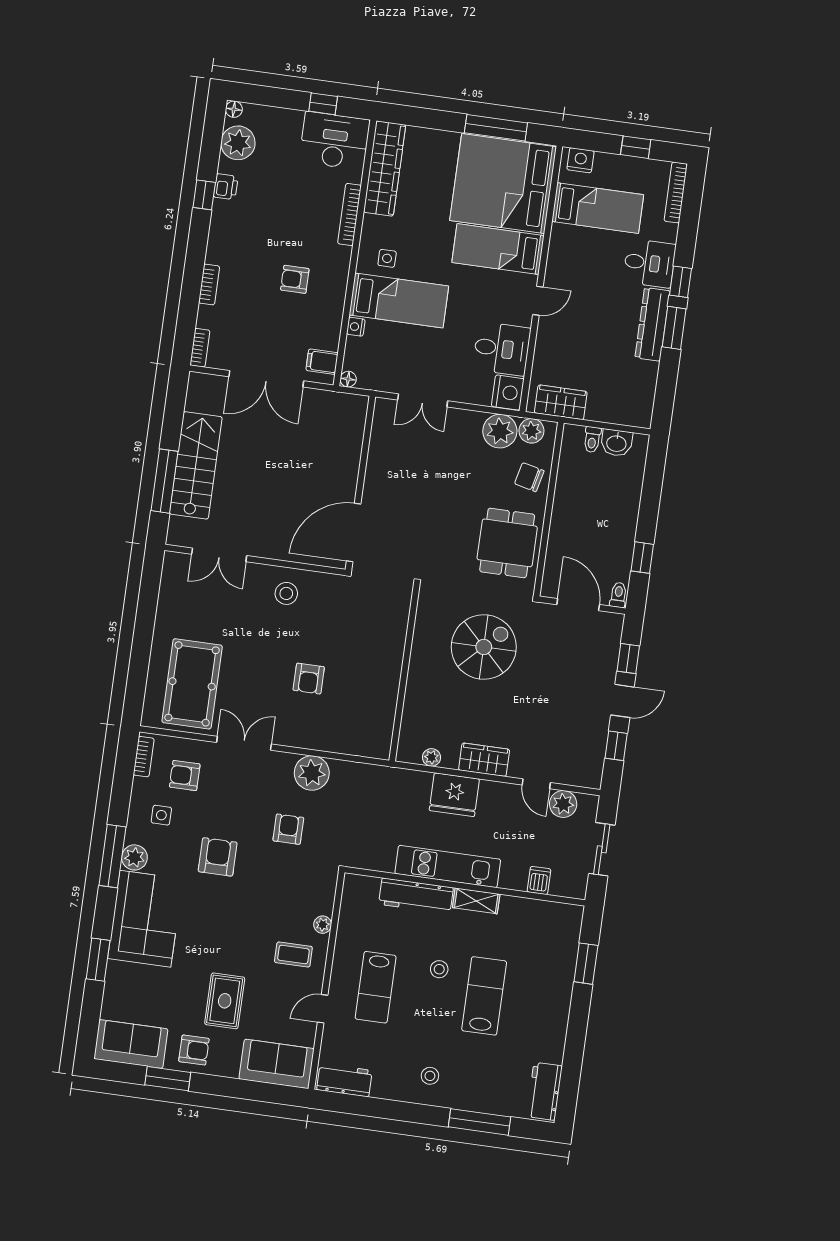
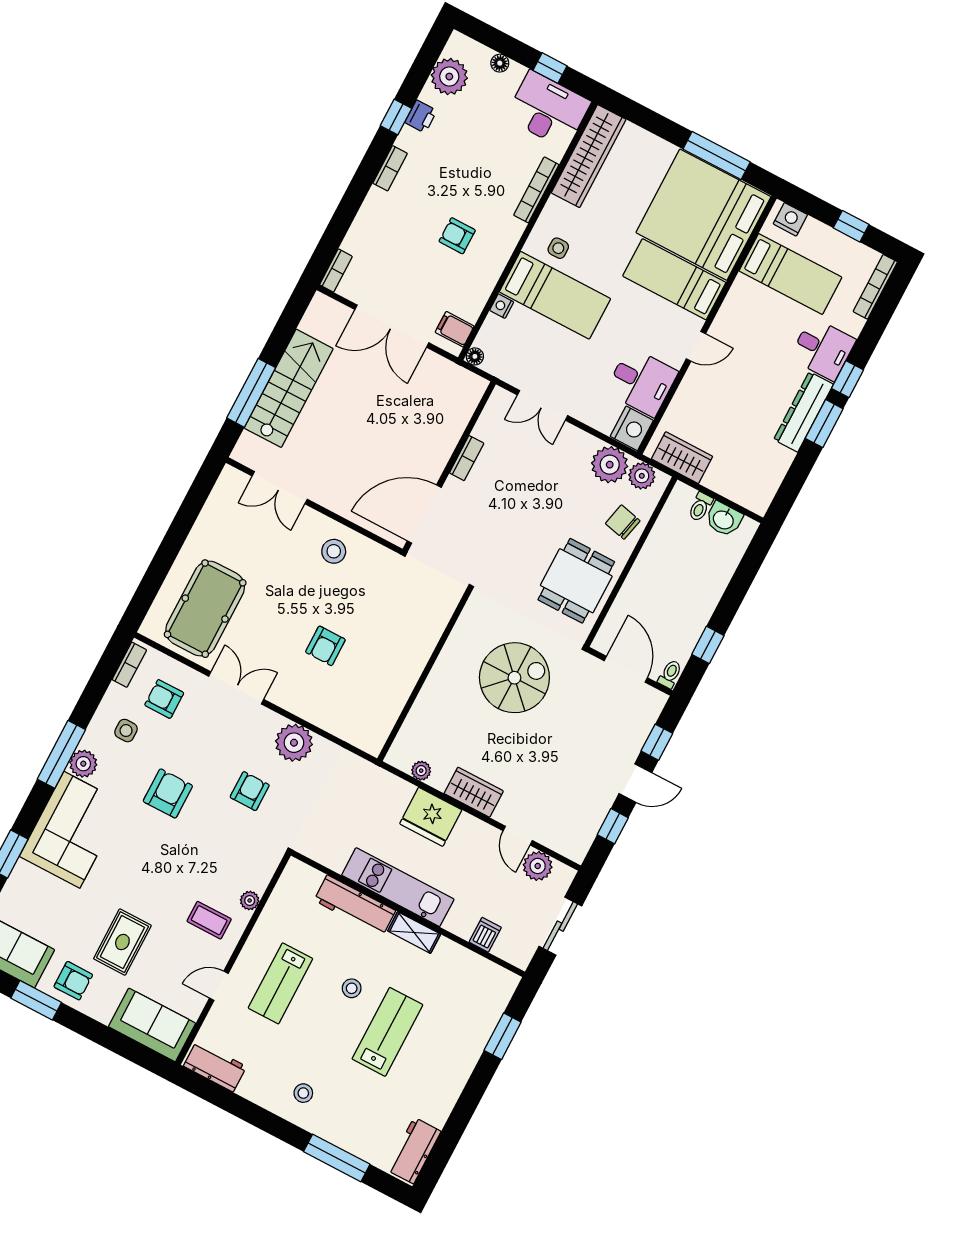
floor lamp: (234, 109) -> (500, 63), moved
bookcase: (209, 285) -> (390, 168), moved
bookcase: (373, 470) -> (467, 458), added

